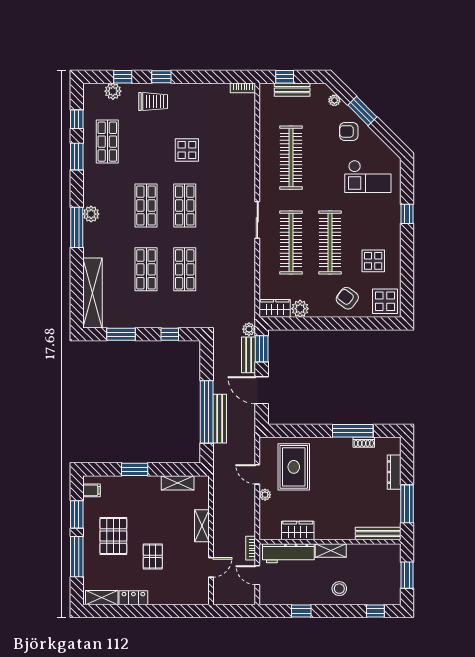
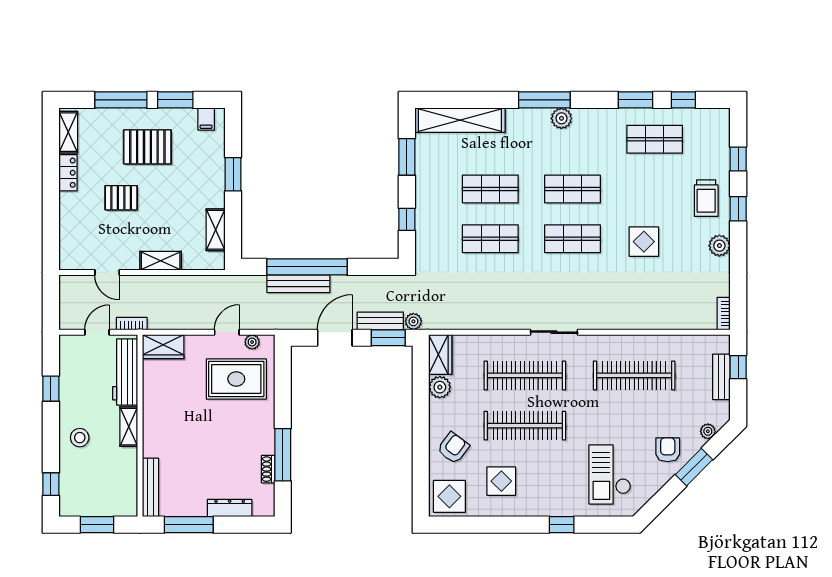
plant: (113, 91) -> (719, 246), moved
plant: (265, 495) -> (252, 342), moved
wardrobe: (298, 531) -> (163, 347), moved, turned 90

